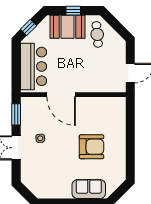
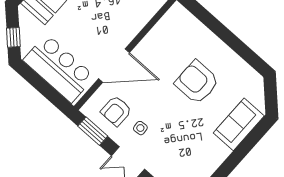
armchair: (38, 117) -> (116, 111), added
armchair: (92, 147) -> (197, 82), turned -90

